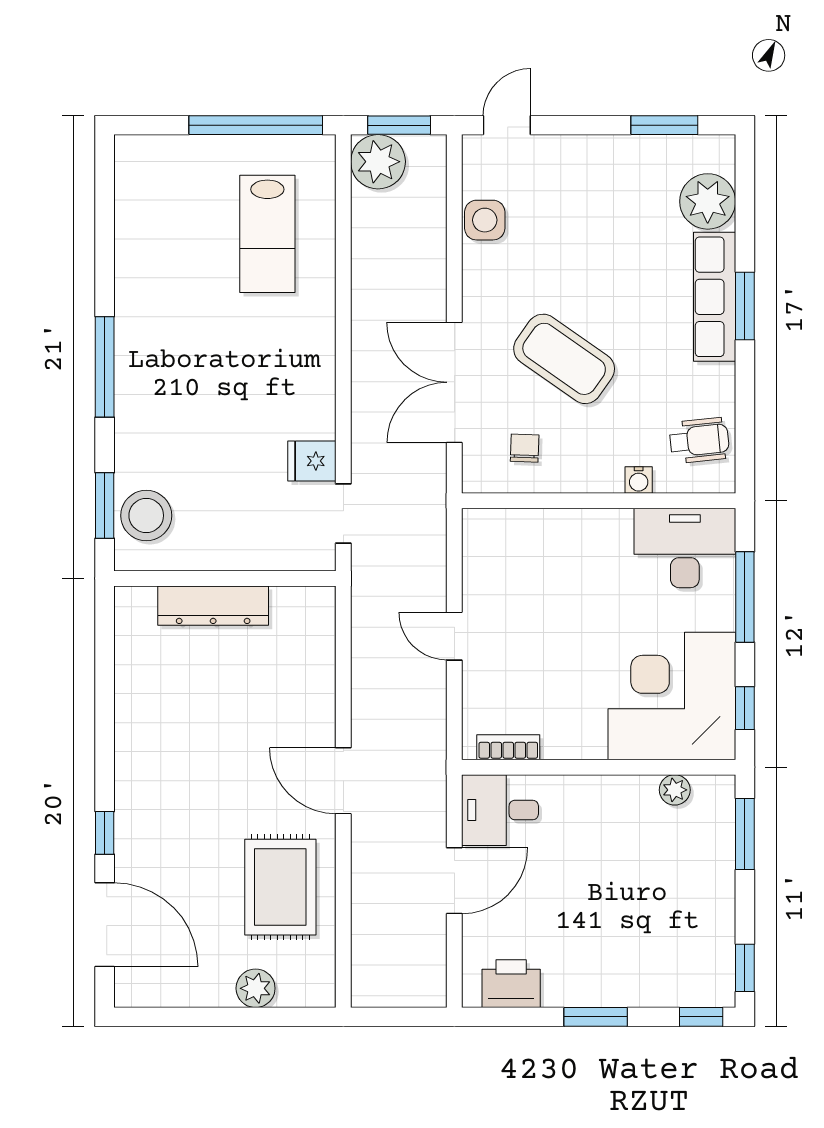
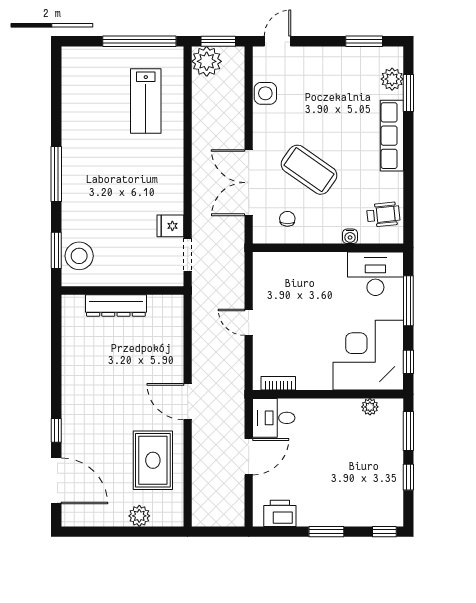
plant: (708, 201) -> (392, 79), width x0.73, depth x0.73
window: (745, 306) -> (408, 93), moved
window: (745, 968) -> (408, 477), moved

